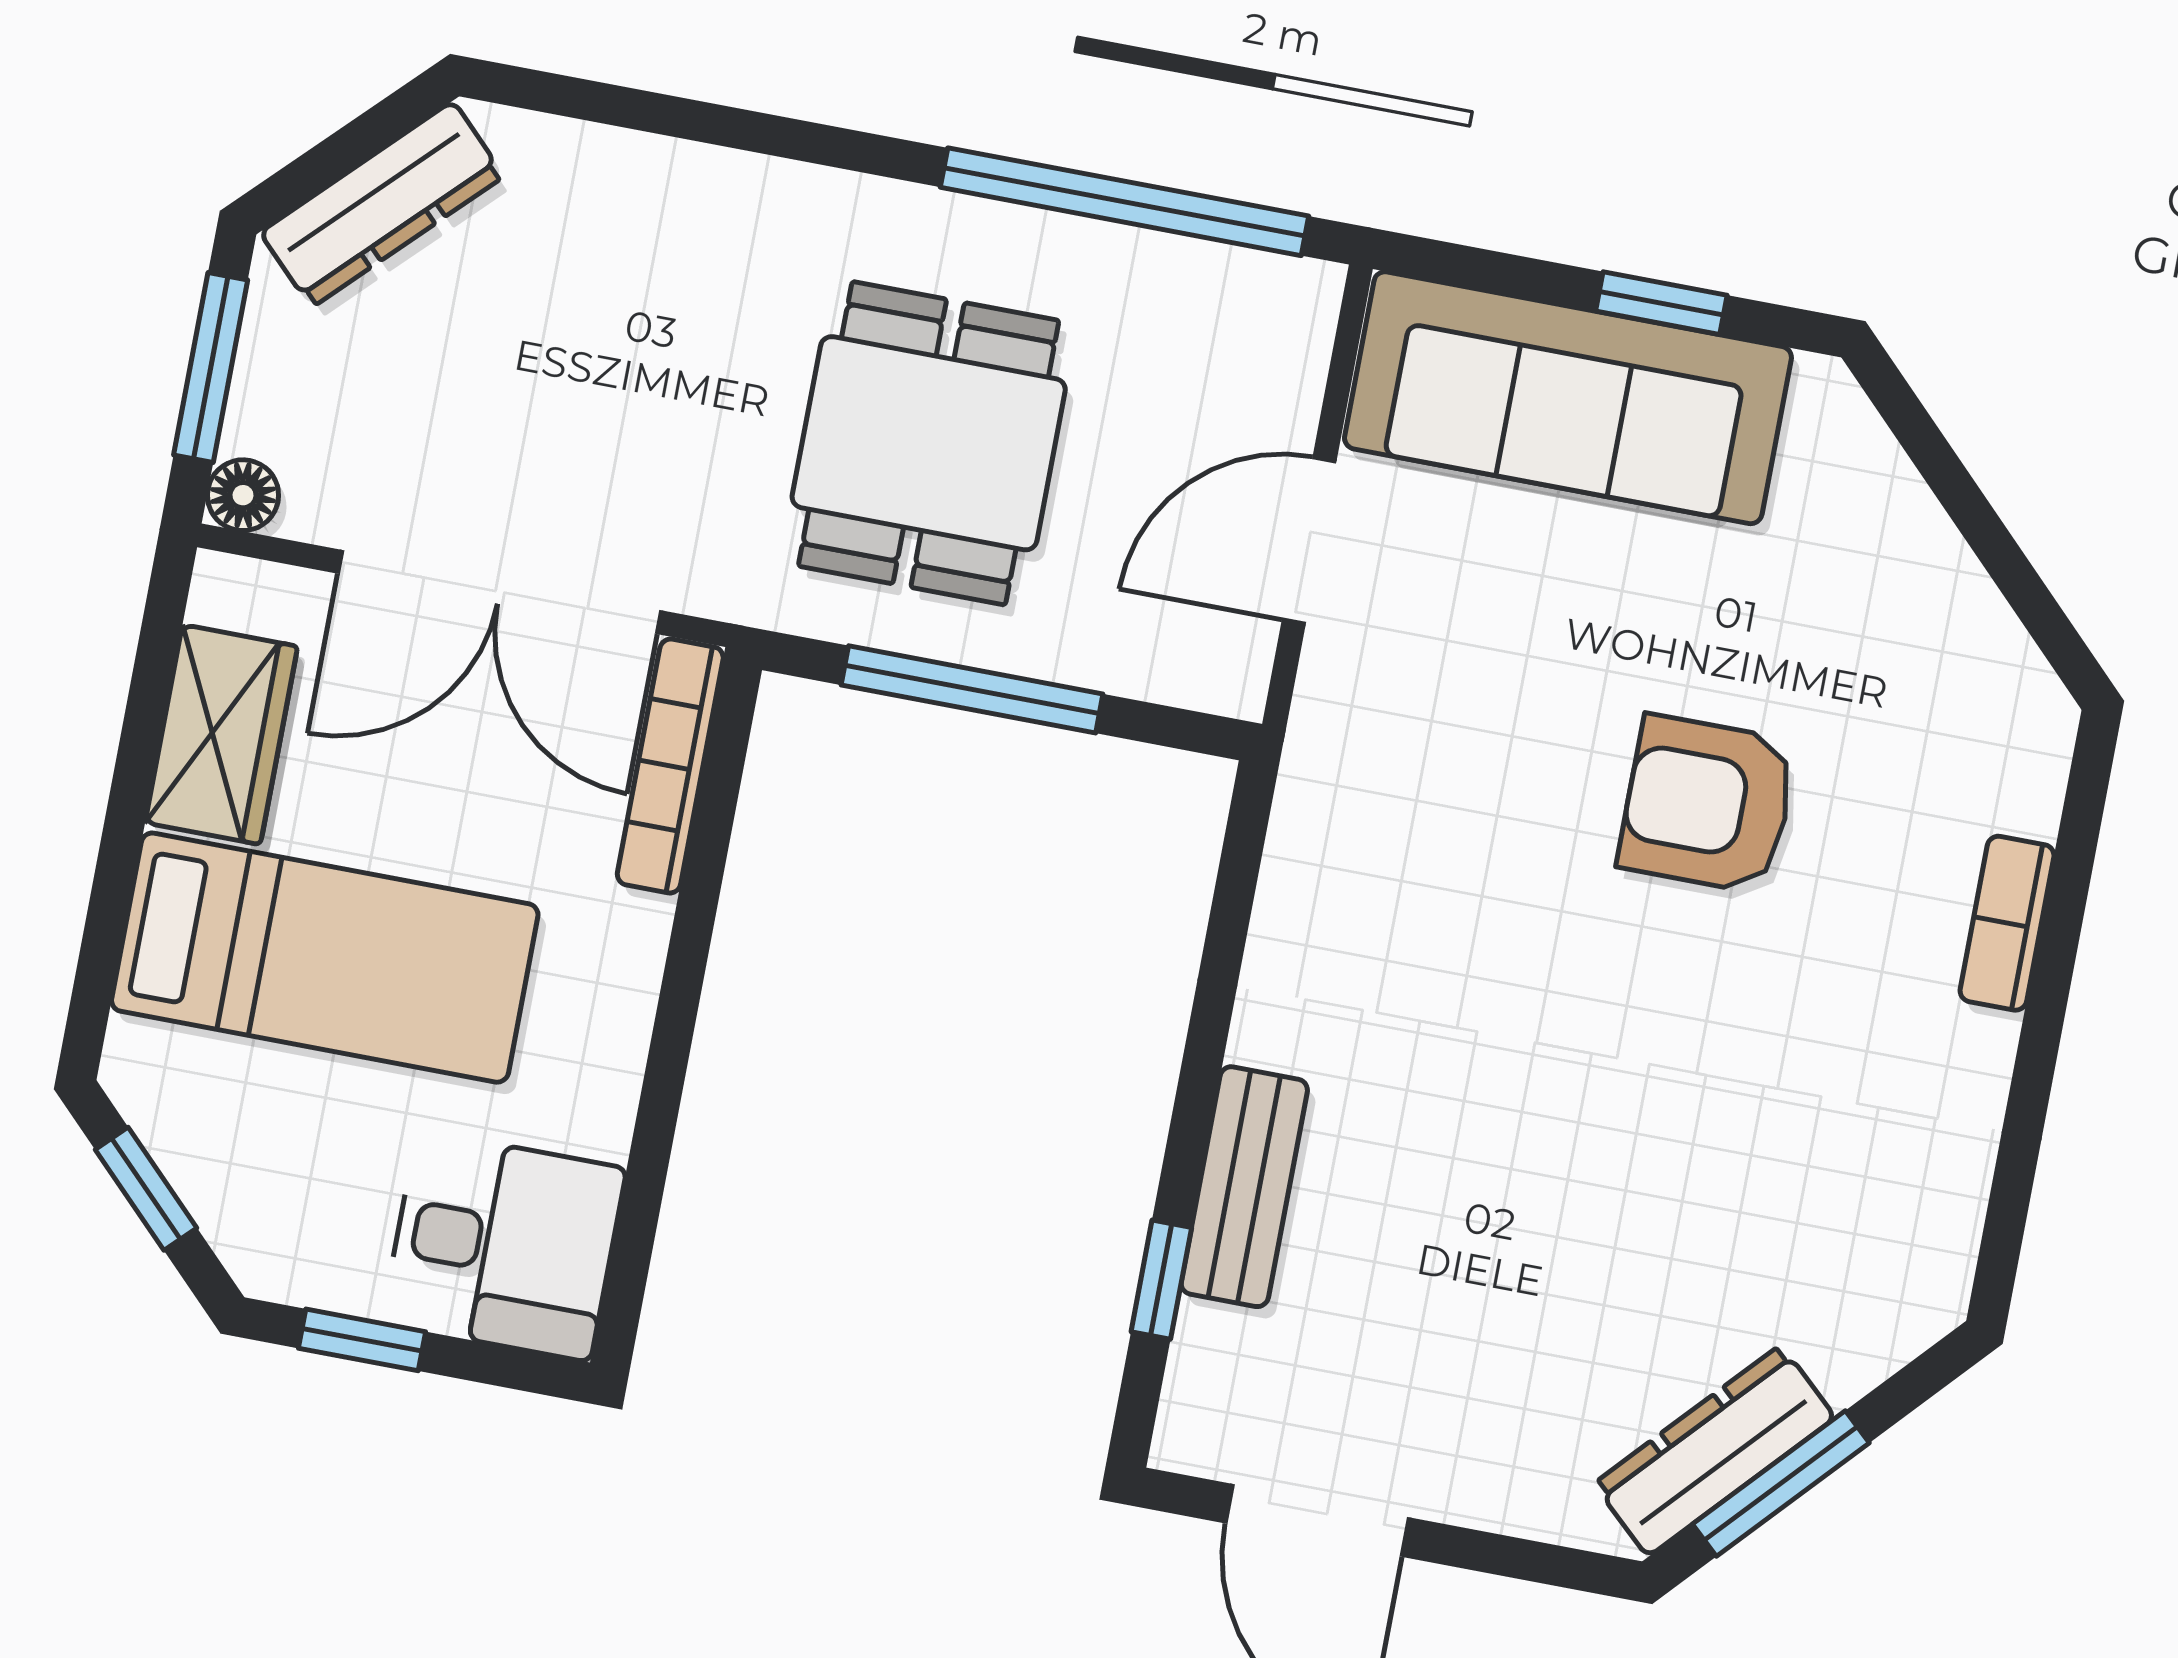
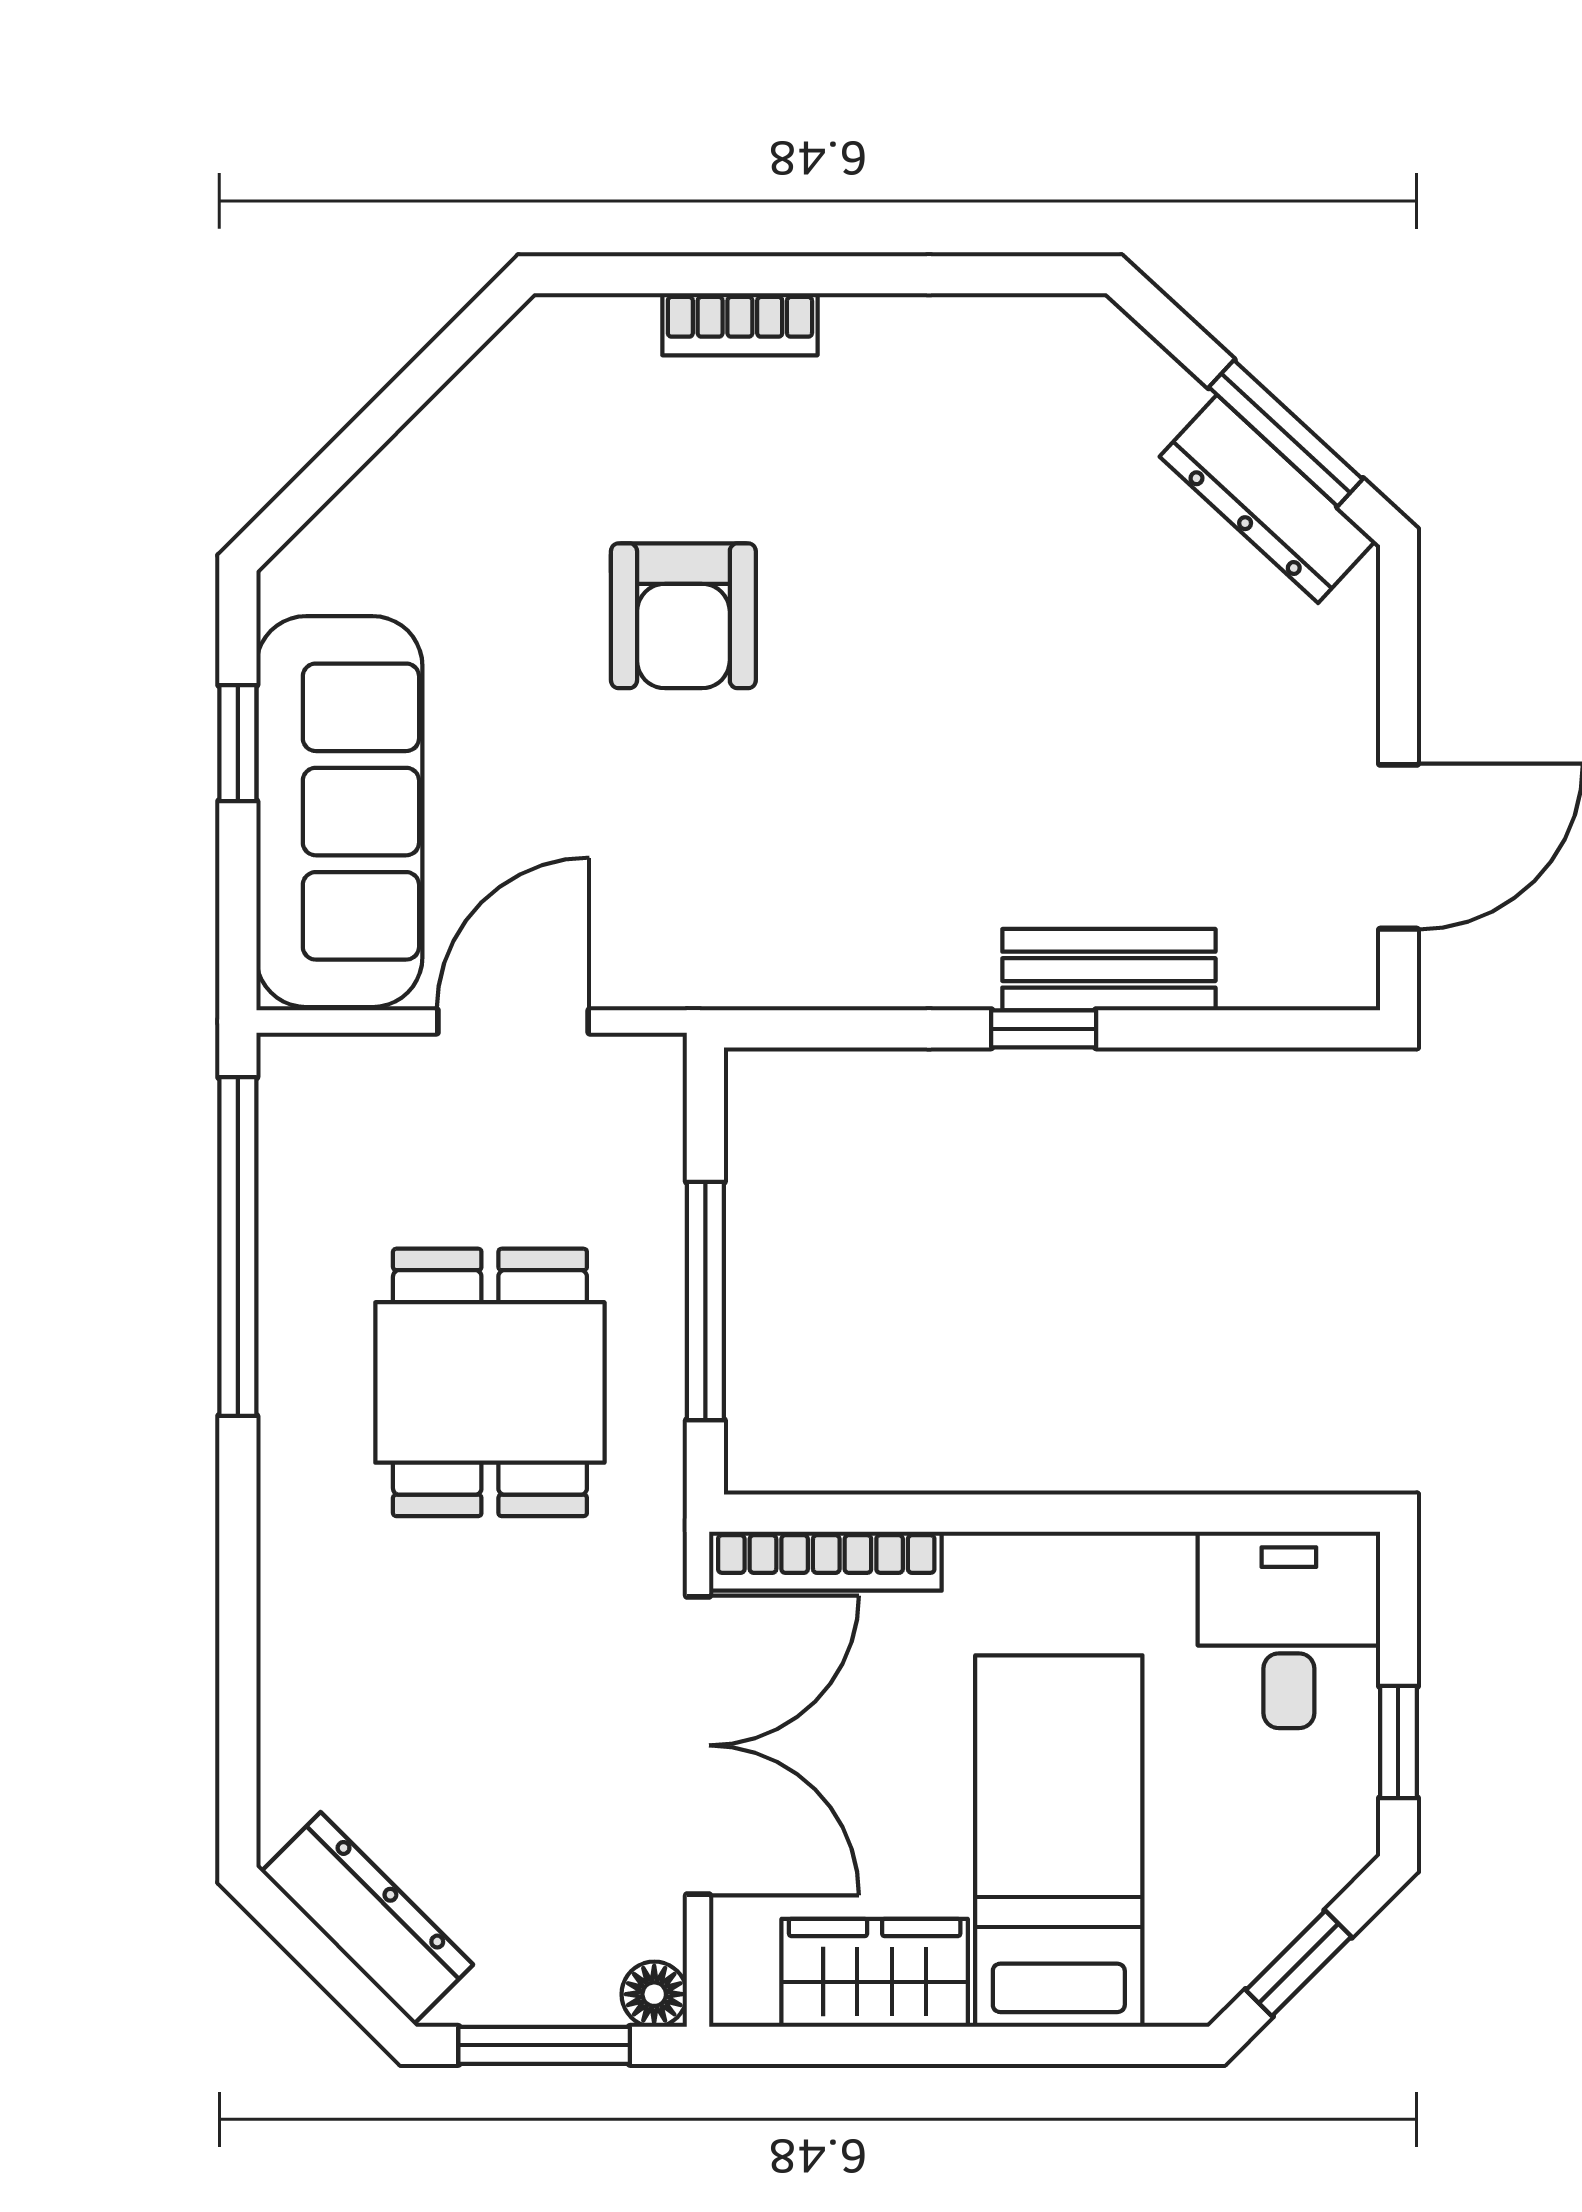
dining table: (929, 443) -> (490, 1382), turned 90
door: (1309, 541) -> (513, 1021), swing flipped
window: (1161, 1280) -> (1044, 1029), moved

